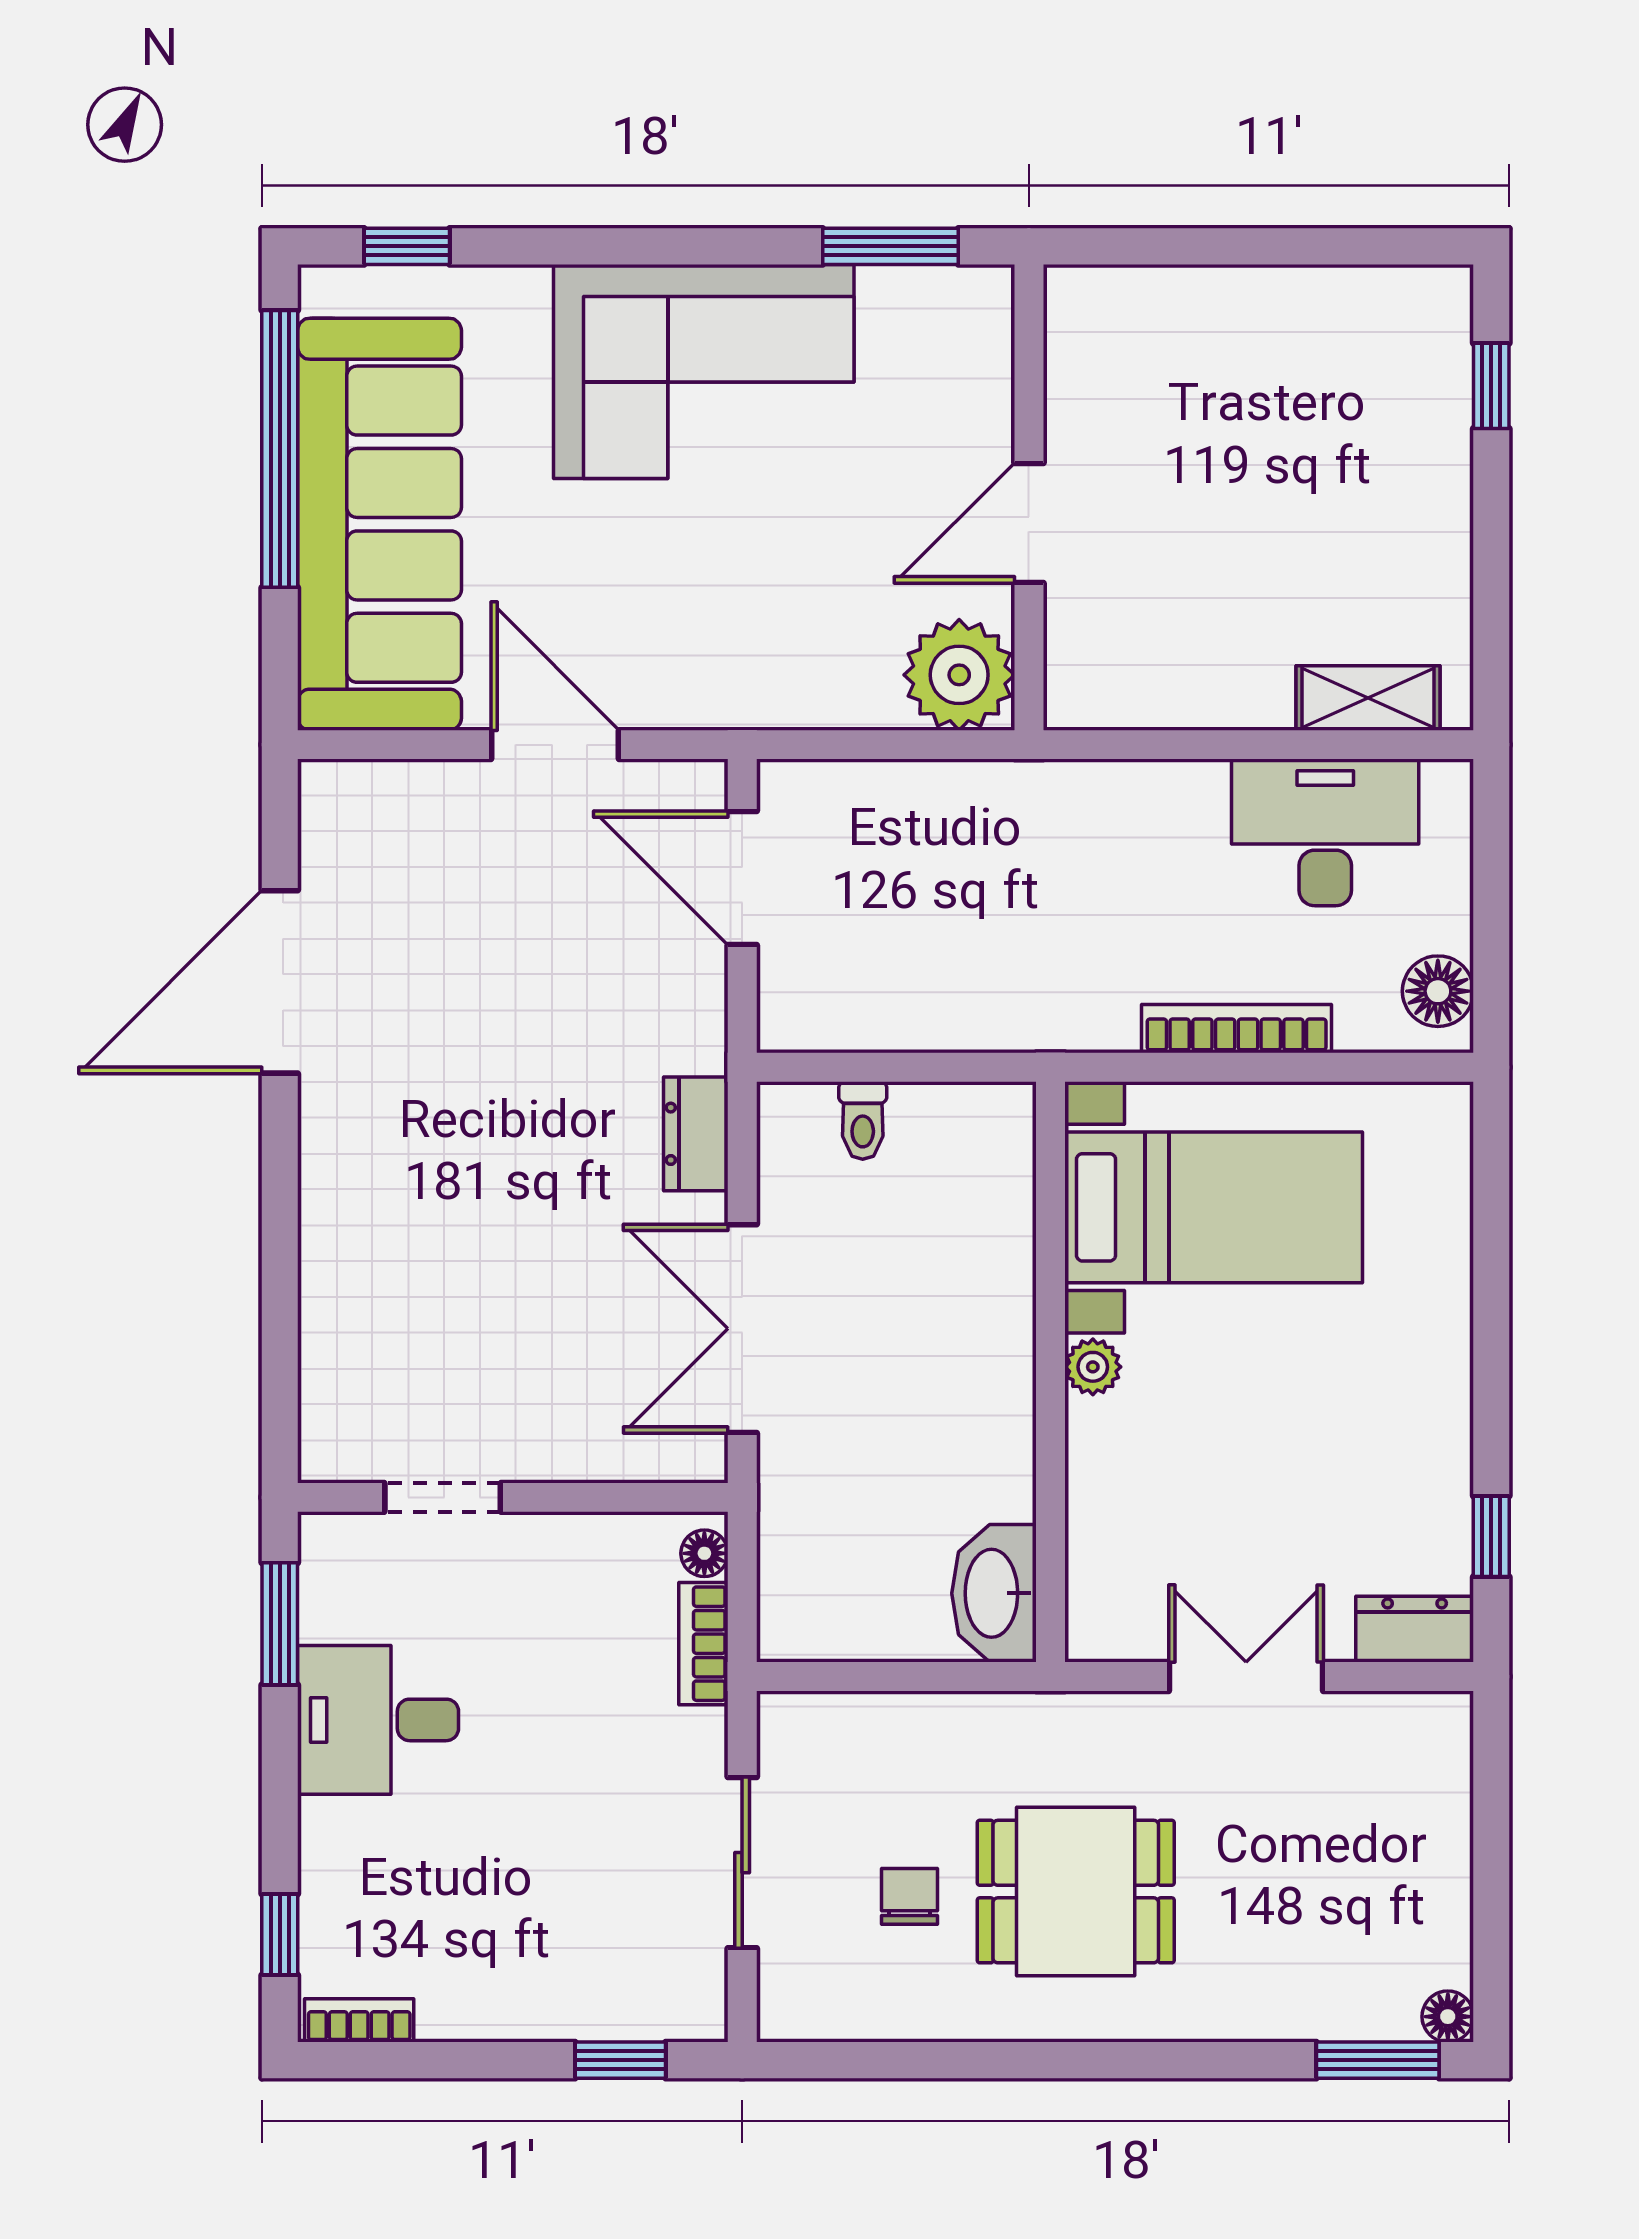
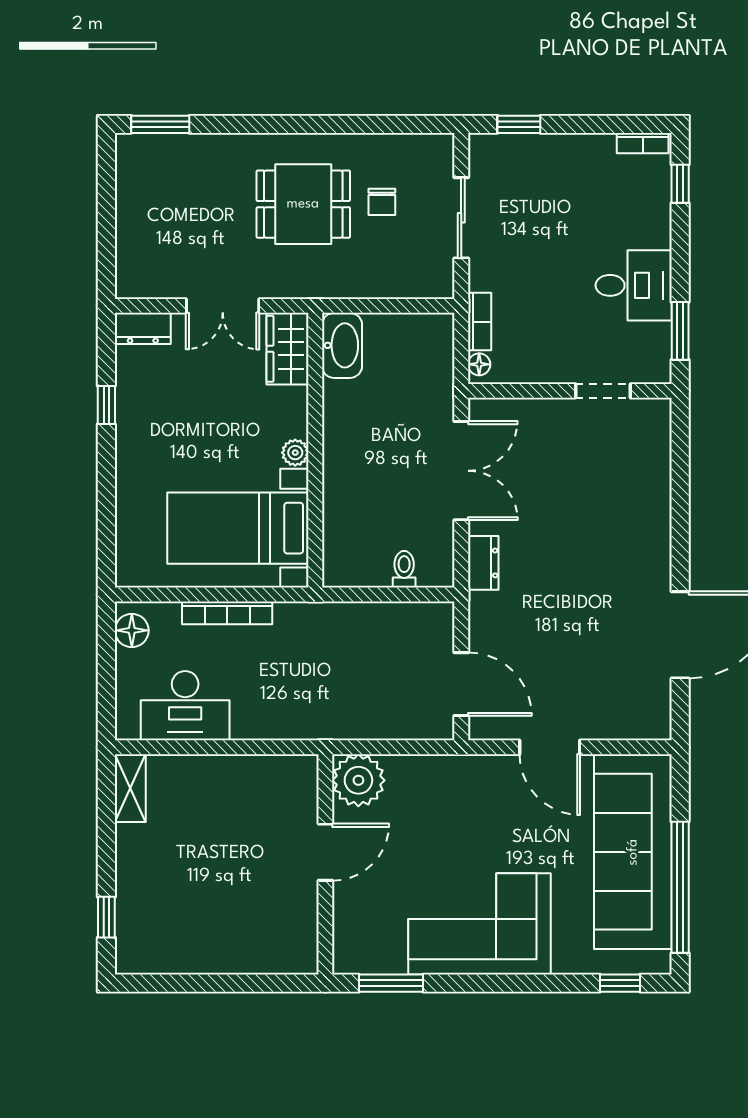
shelving: (1368, 698) -> (130, 788), moved, turned 90
window: (1491, 1536) -> (106, 405), moved
wardrobe: (1109, 1586) -> (288, 349), added
floor lamp: (1448, 2017) -> (127, 145), removed

